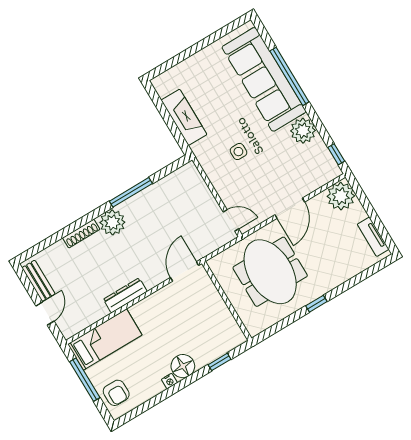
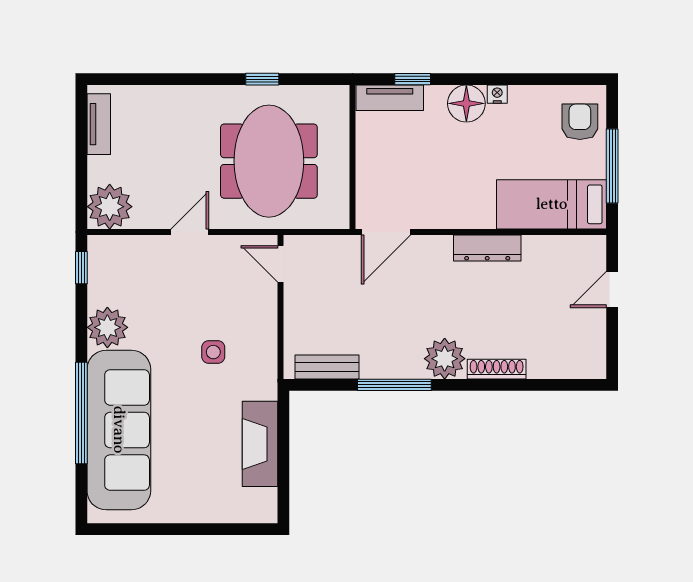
door: (290, 208) -> (190, 232), width x0.73
bench: (38, 281) -> (327, 367), moved, turned 90
window: (316, 304) -> (262, 79), moved
tv unit: (226, 345) -> (390, 98), added

